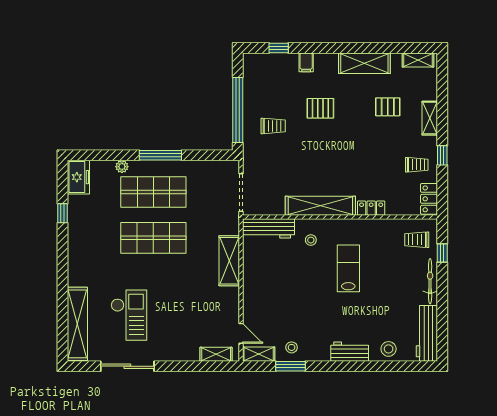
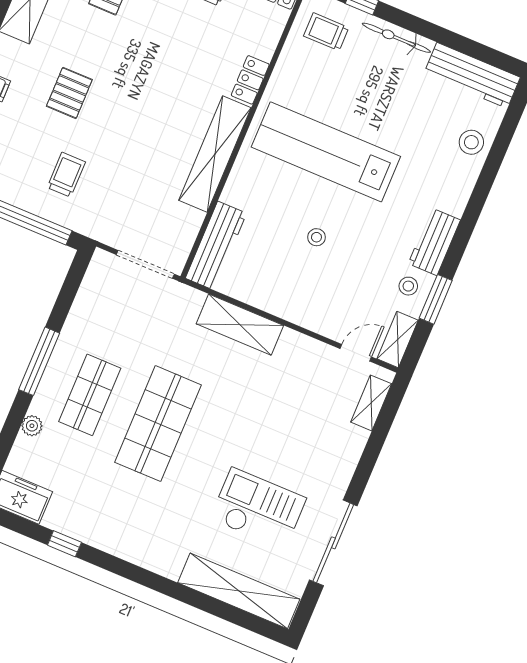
shop shelf: (153, 192) -> (90, 395), width x0.70, depth x0.74
stool: (311, 240) -> (316, 237), moved
trolley: (417, 240) -> (326, 32), turned 90
lab bench: (348, 268) -> (326, 152), width x1.86, depth x1.39
workbench: (350, 352) -> (434, 242), moved

